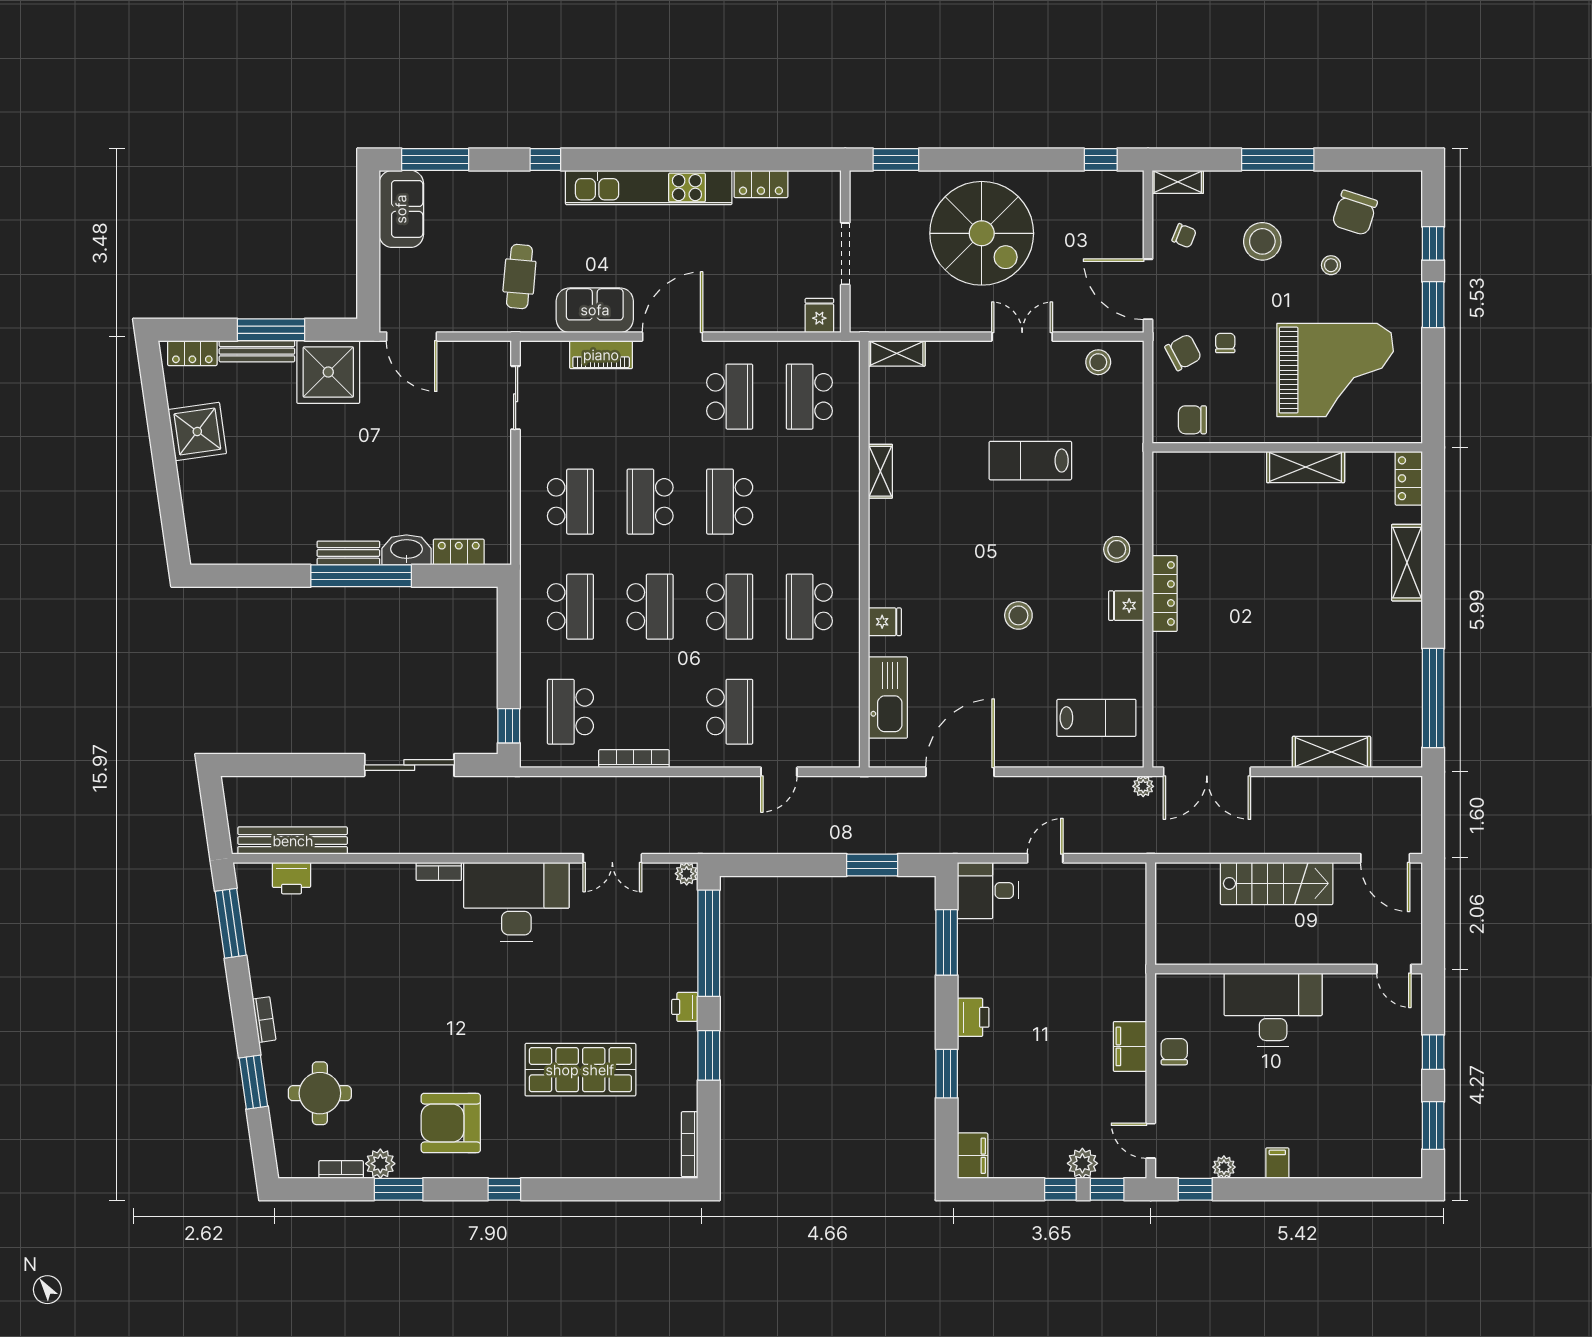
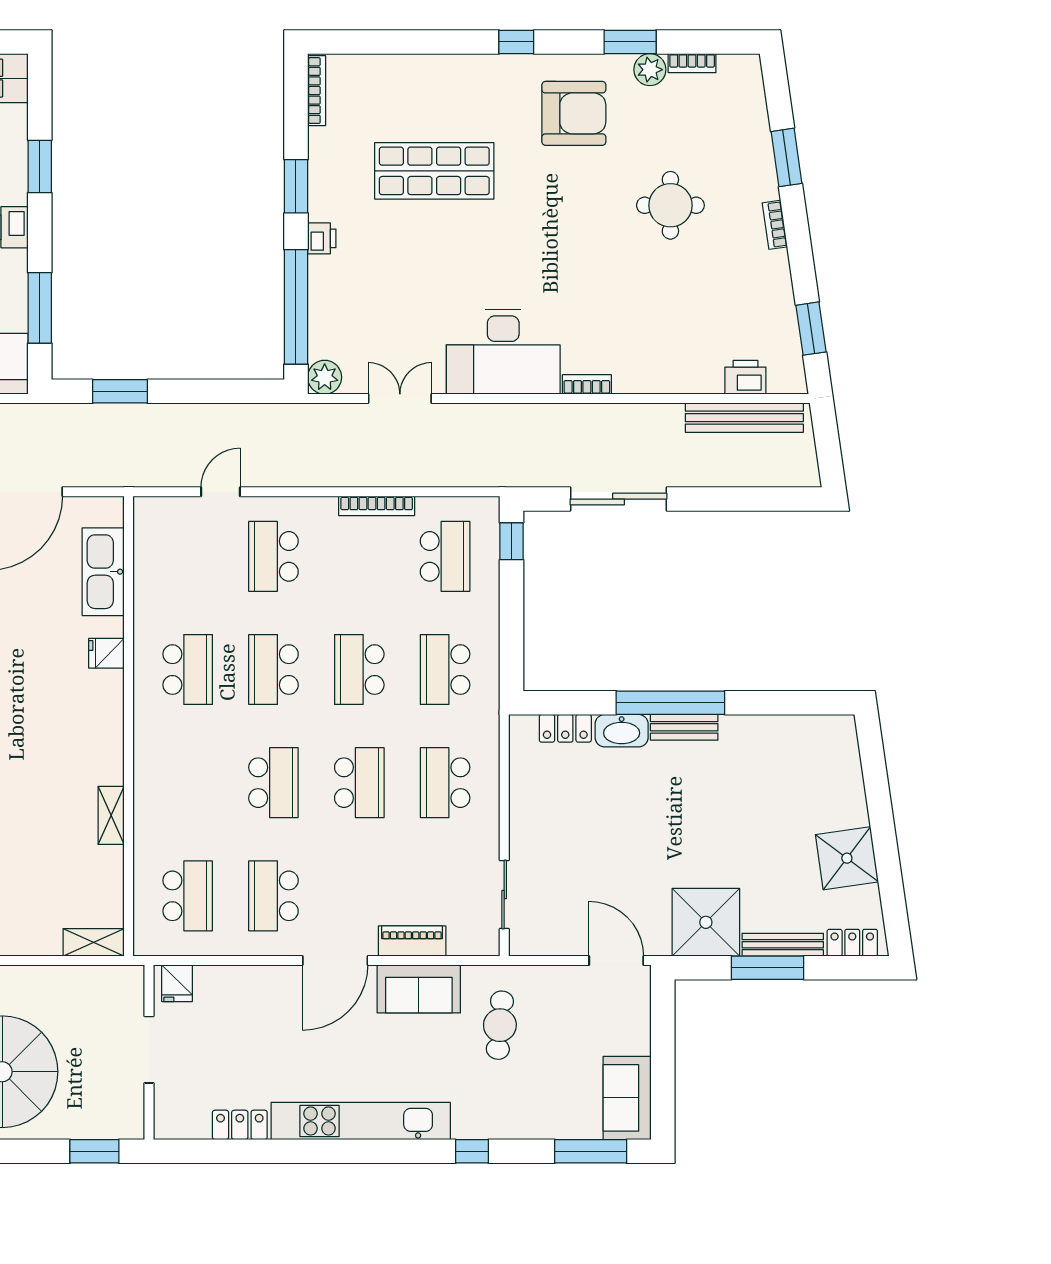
plant: (687, 874) -> (325, 377), width x1.38, depth x1.38
window: (231, 923) -> (811, 329), width x0.69
round table: (320, 1093) -> (670, 205), moved

